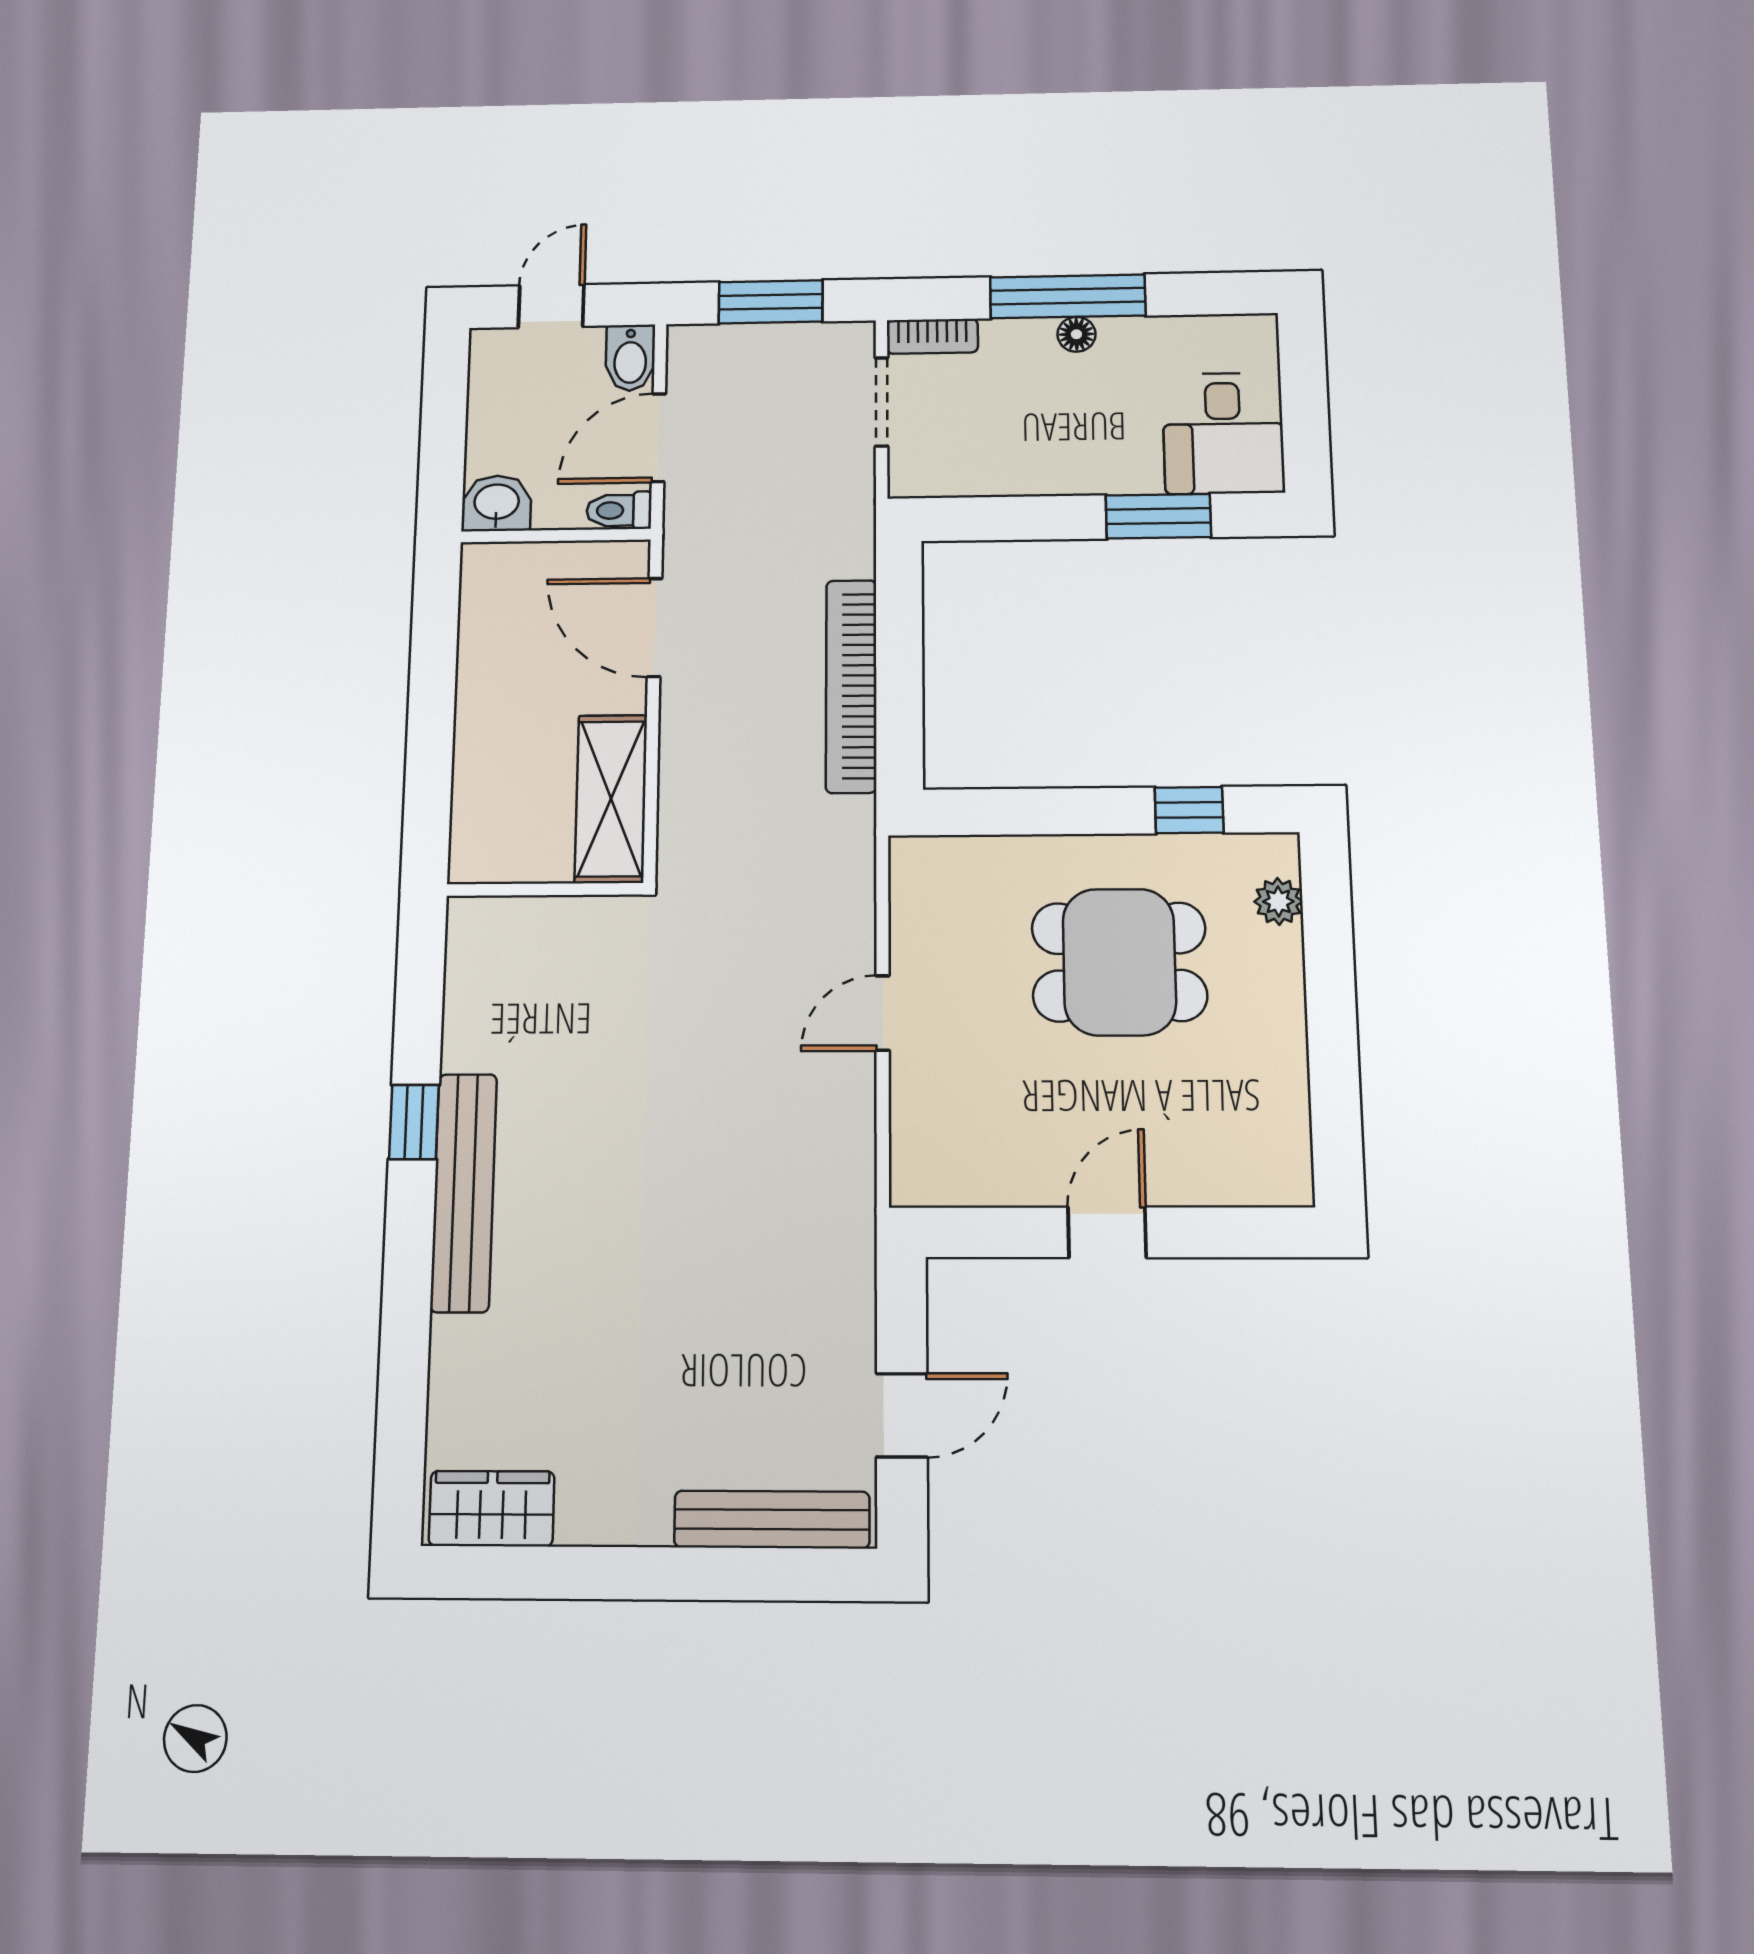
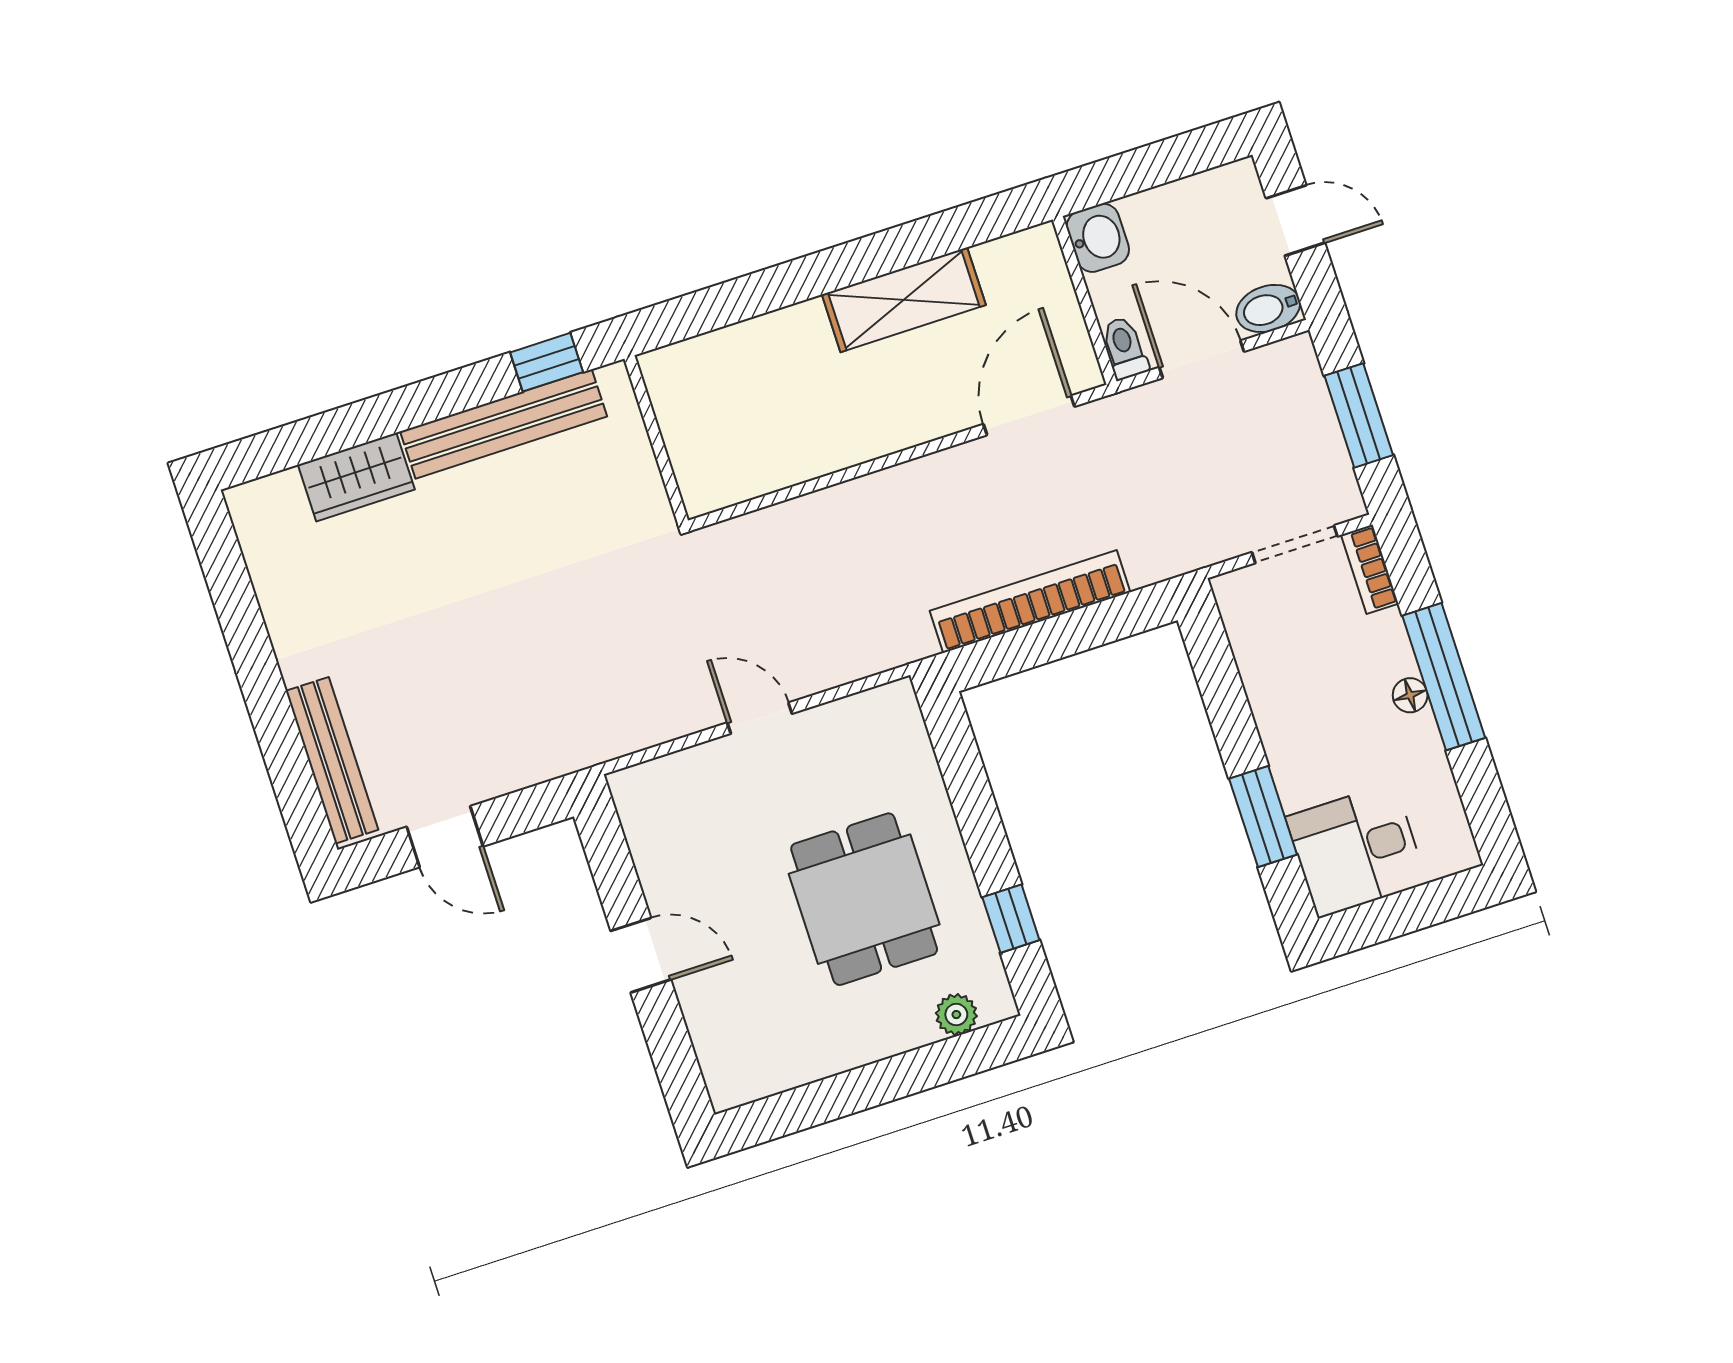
shelving: (611, 799) -> (904, 300), moved
wall: (545, 889) -> (656, 440), moved
wardrobe: (492, 1509) -> (356, 477), moved, turned 90

